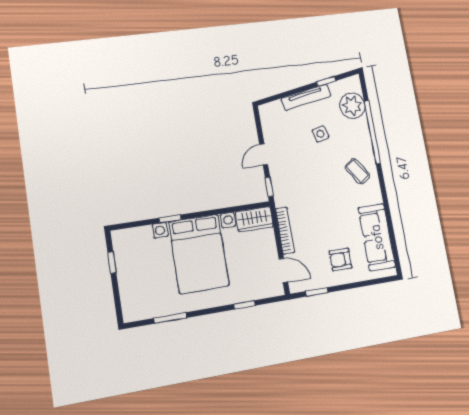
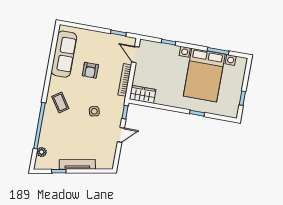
plant: (352, 106) -> (42, 152), width x0.53, depth x0.53
side table: (320, 134) -> (94, 111), moved
bed with nightstands: (199, 254) -> (204, 75), moved, turned 180
armchair: (341, 260) -> (90, 70), moved, turned 90

